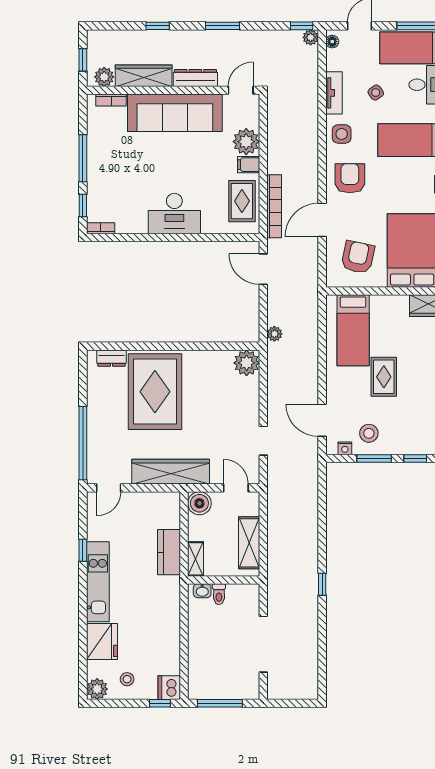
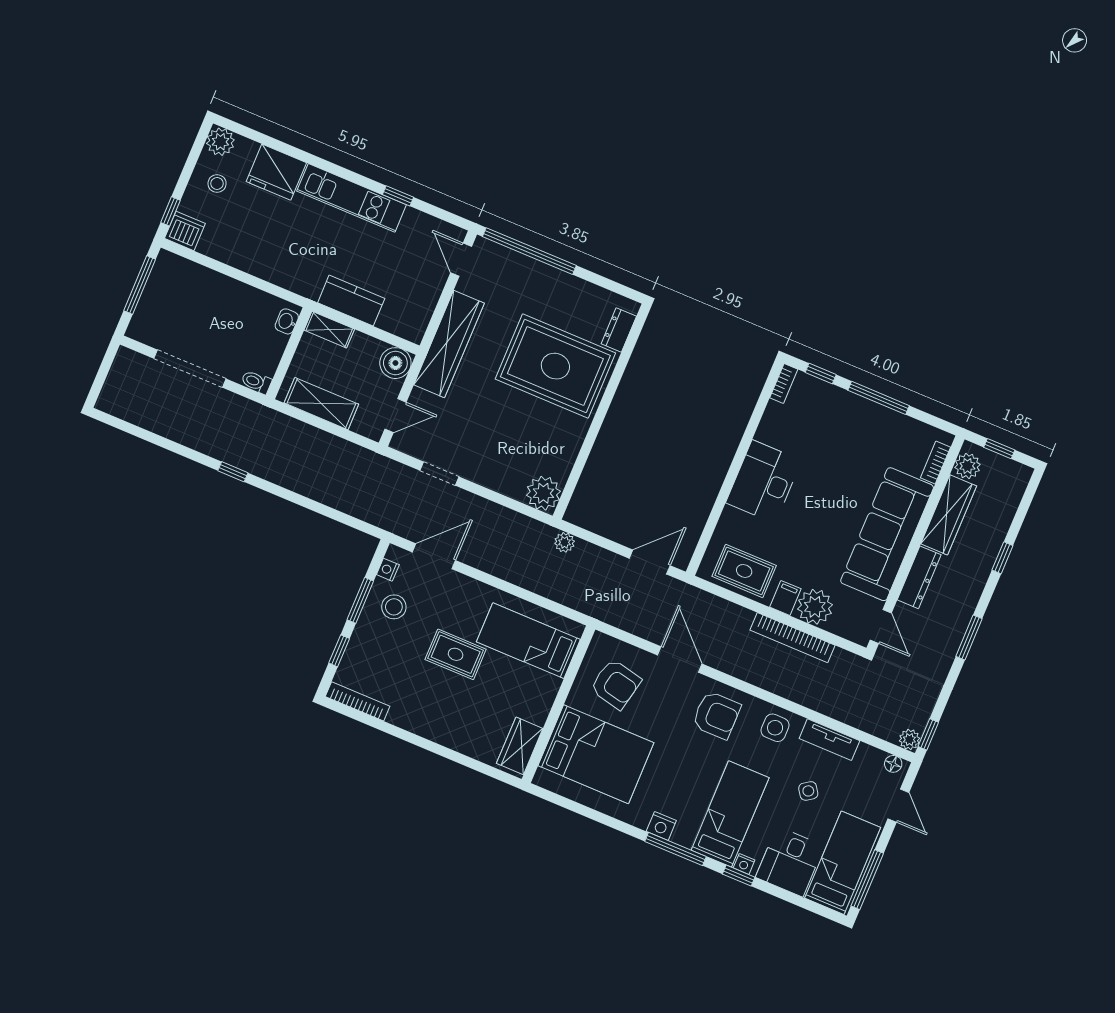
bookcase: (274, 206) -> (792, 638), moved
toilet: (219, 594) -> (256, 382), moved

